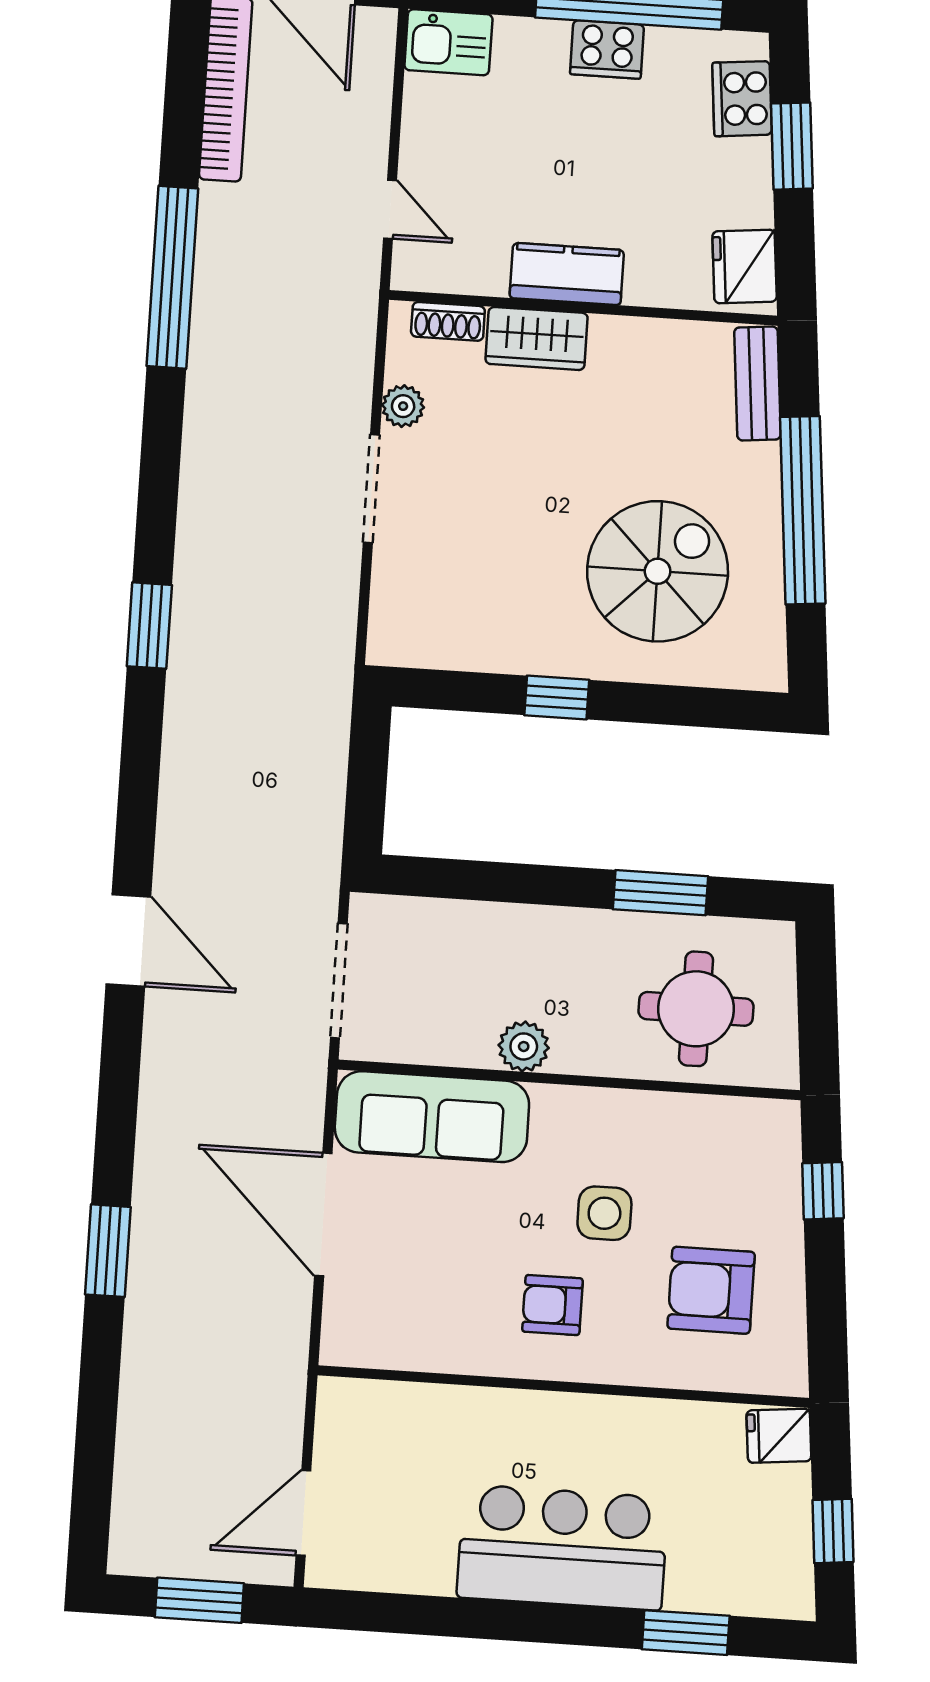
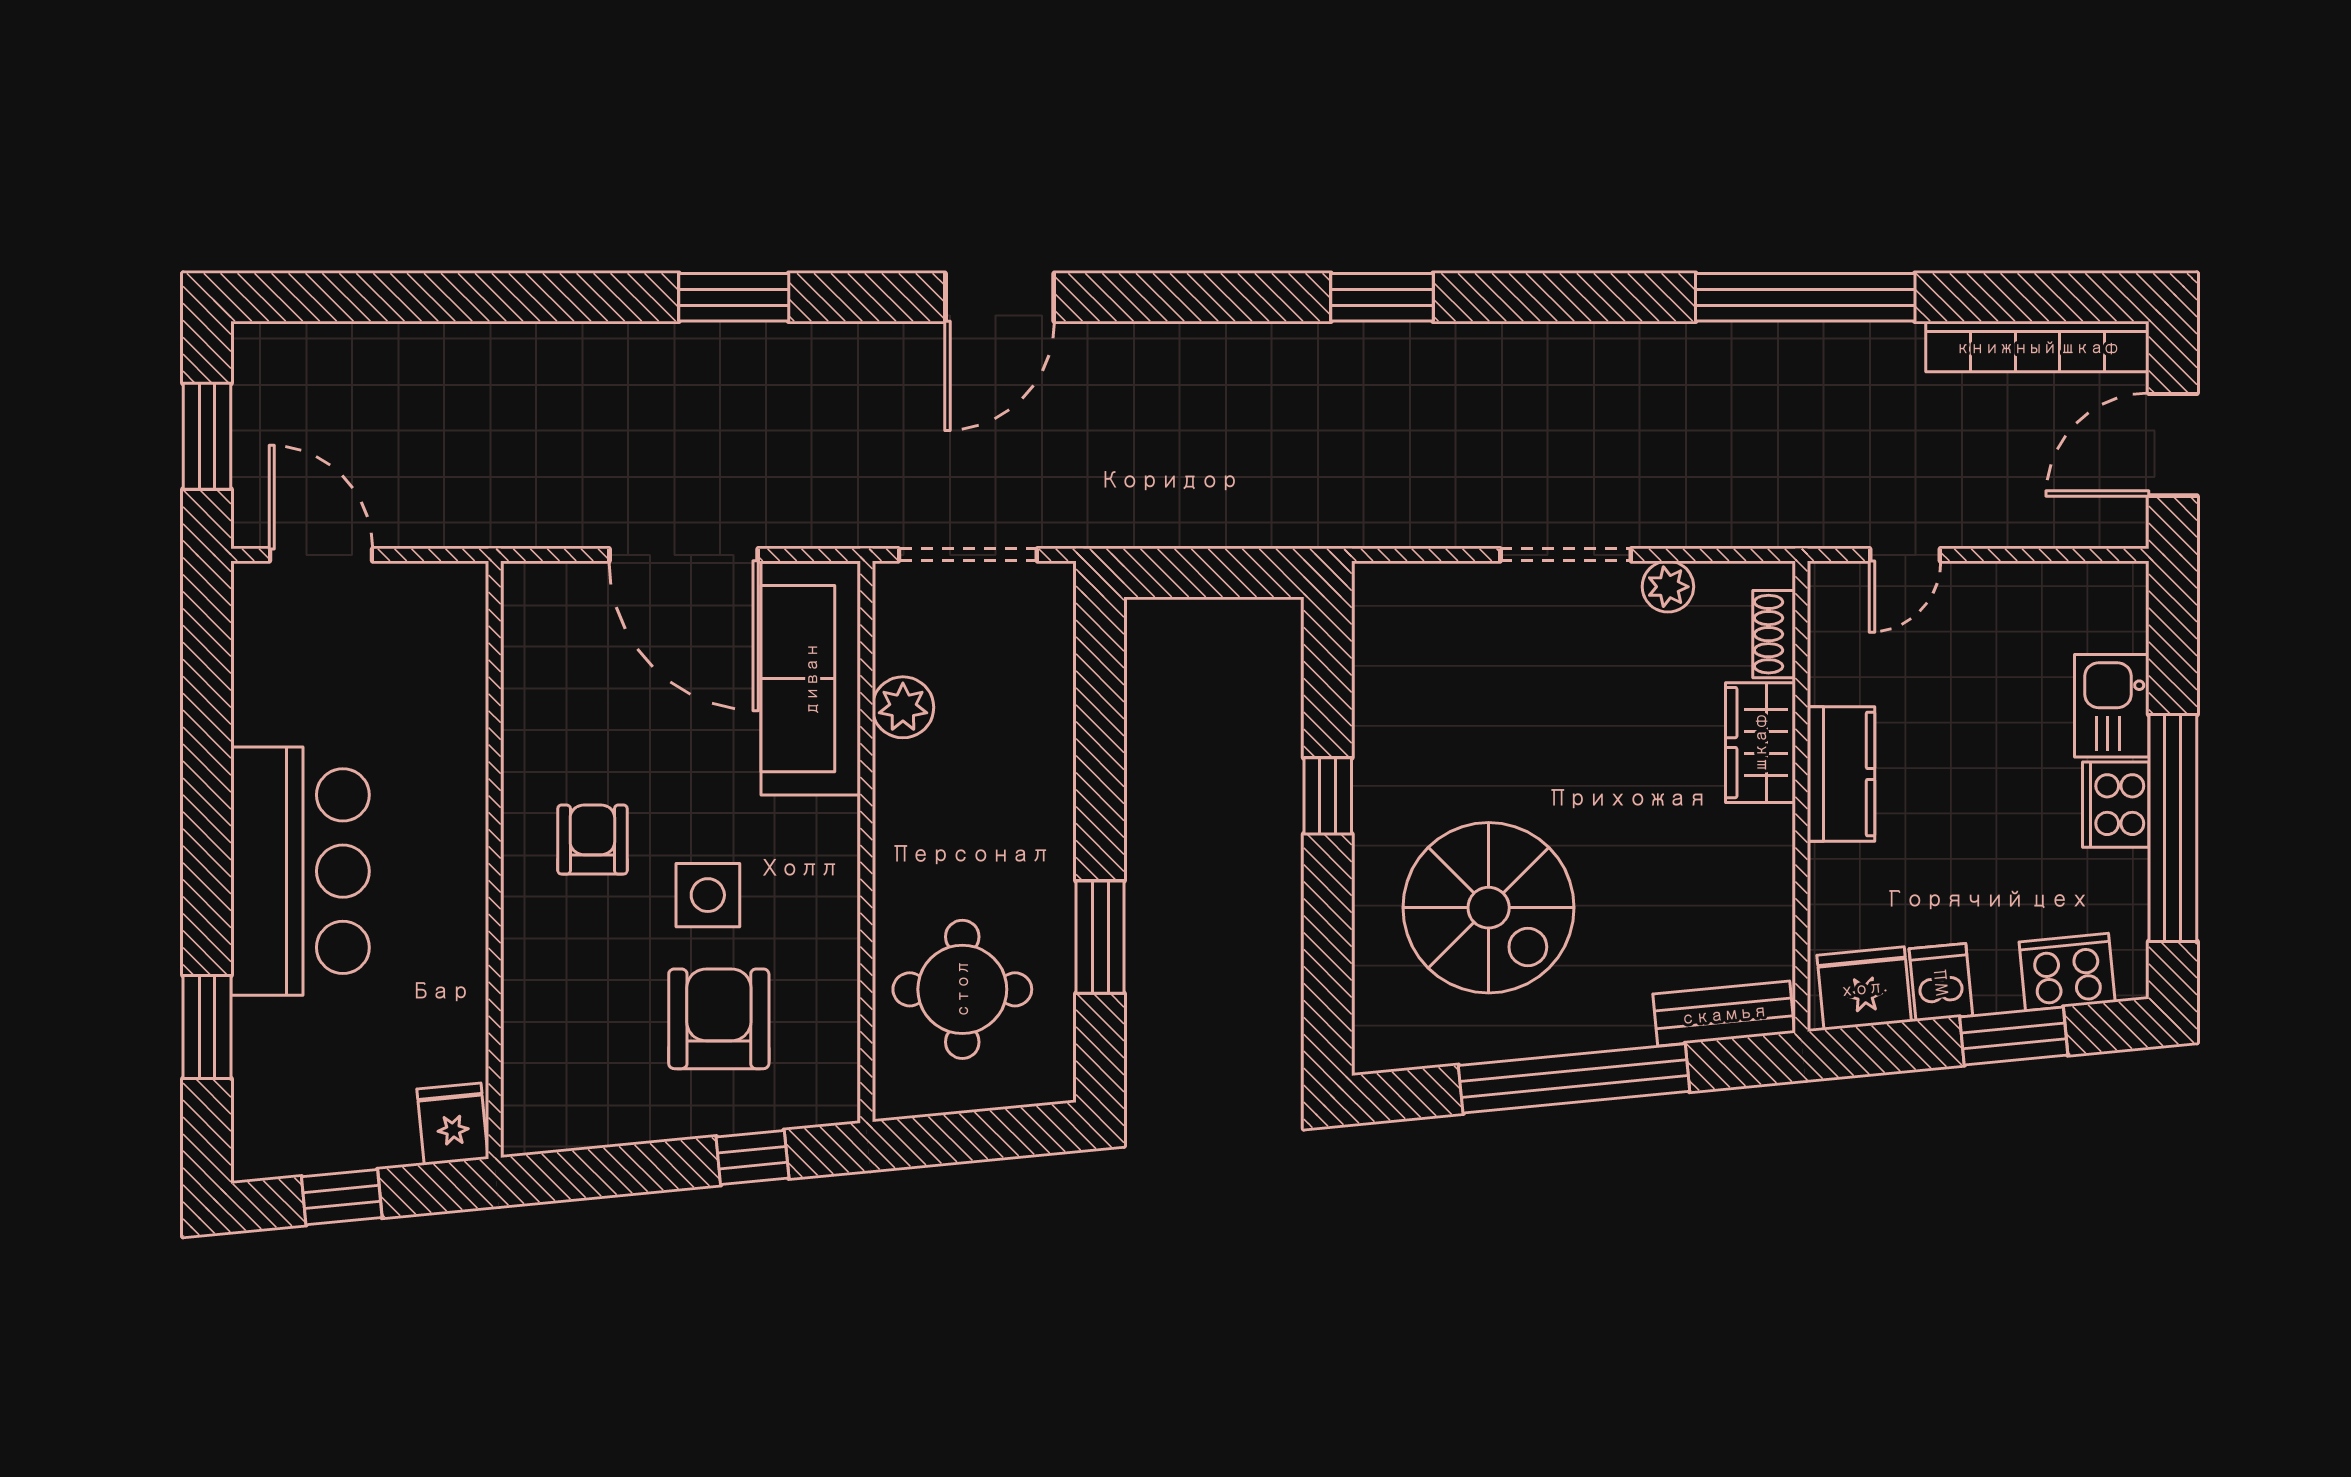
kitchen sink: (448, 42) -> (2112, 706), moved
dishwasher: (744, 203) -> (1941, 982), added
plant: (524, 1046) -> (903, 707), moved
door: (323, 1215) -> (684, 555), swing flipped
window: (108, 1251) -> (734, 297), moved
armchair: (711, 1290) -> (719, 1019), moved

